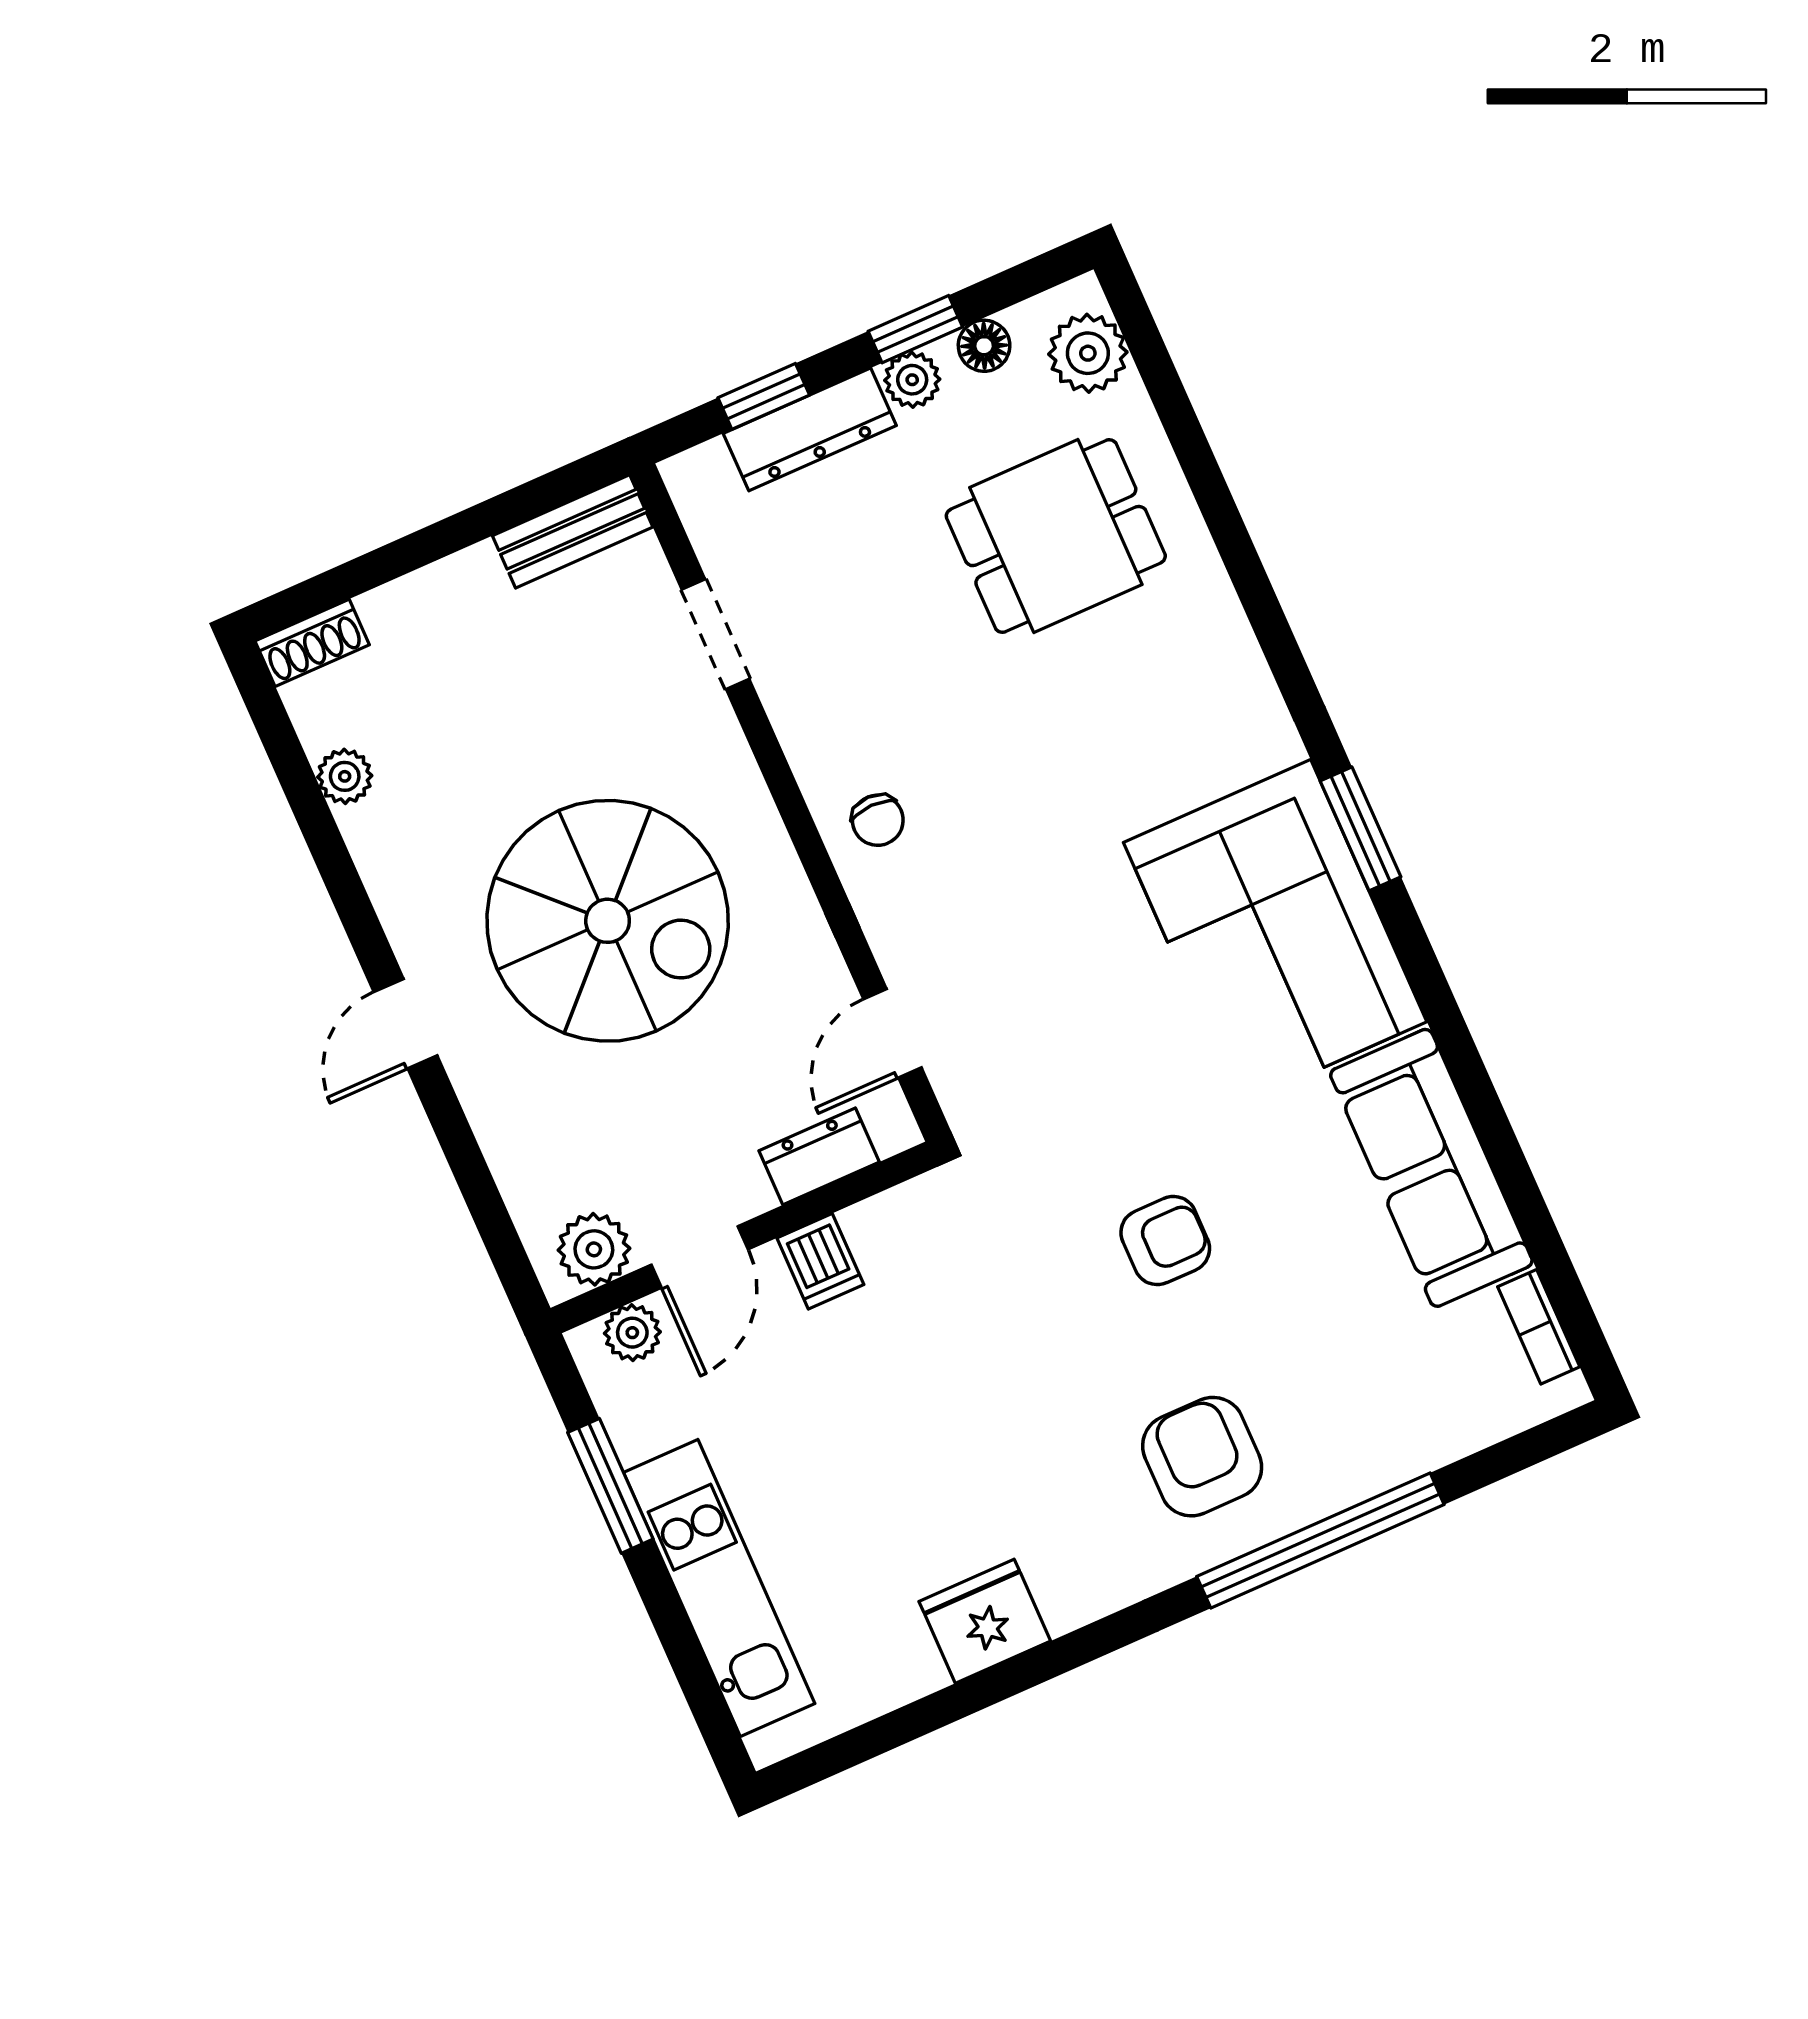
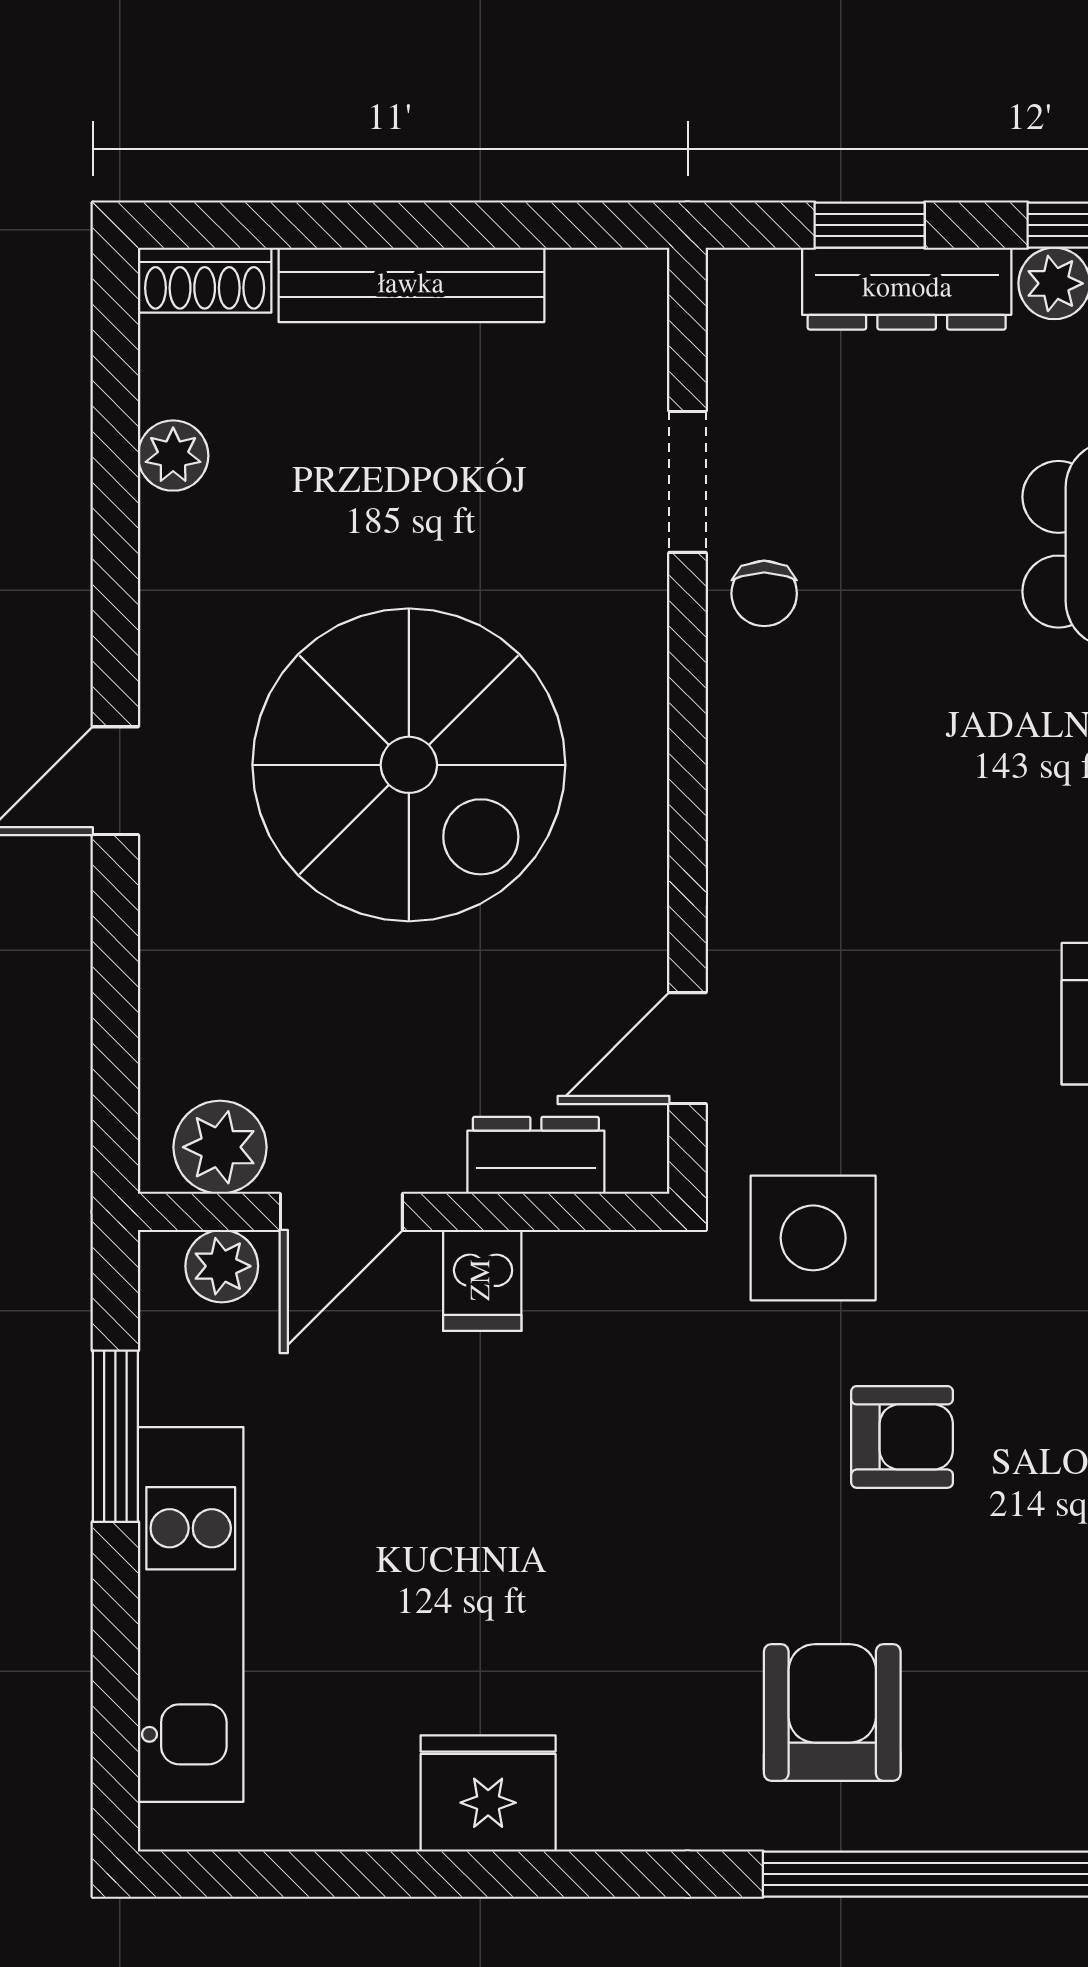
bench: (573, 531) -> (411, 285), moved, width x1.36
chair: (878, 820) -> (764, 593), moved
side table: (1040, 1128) -> (813, 1238), added

